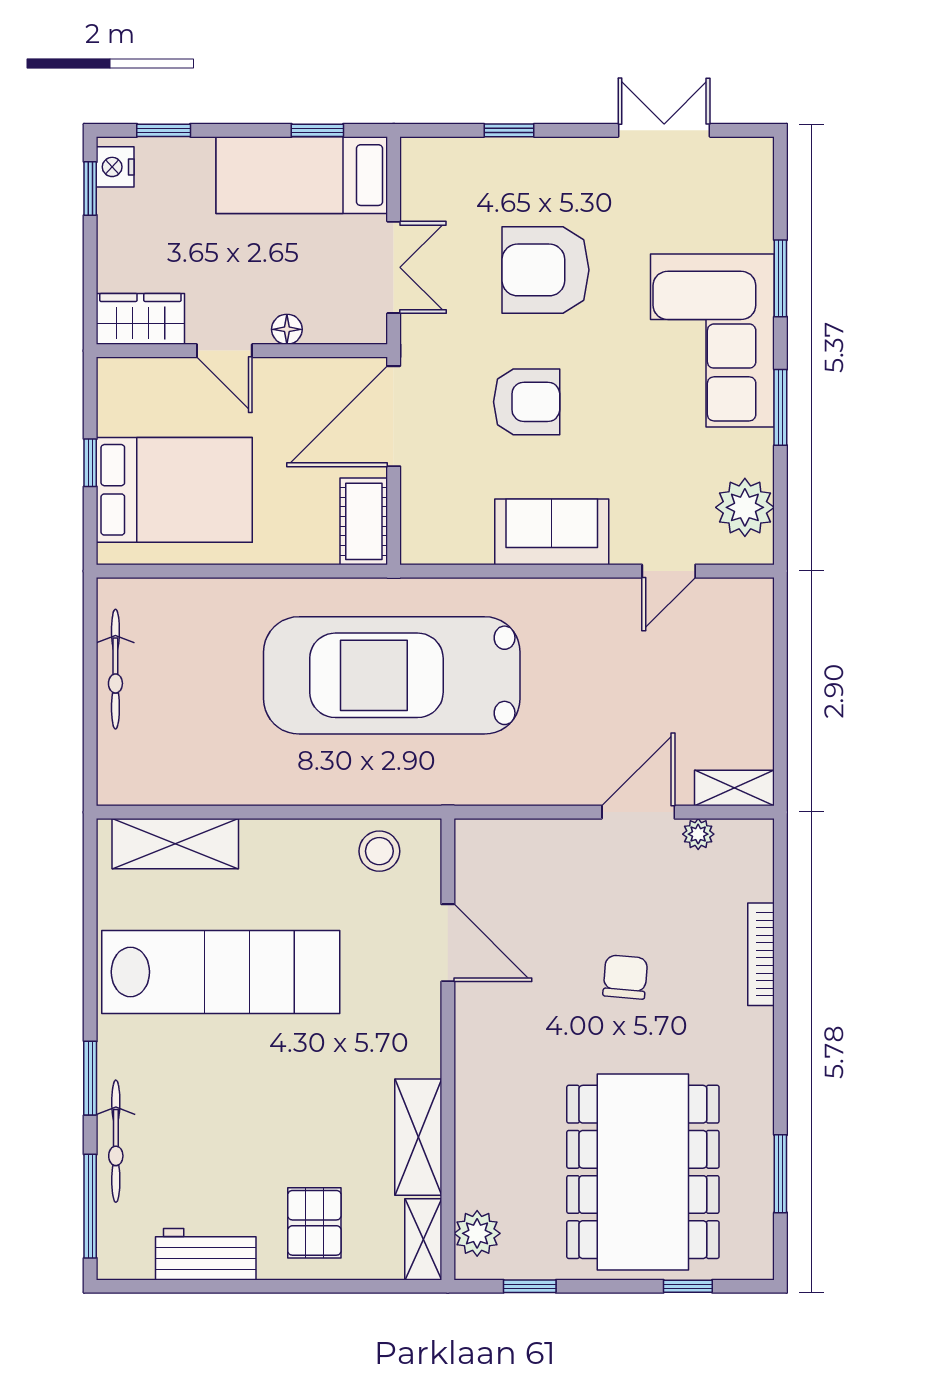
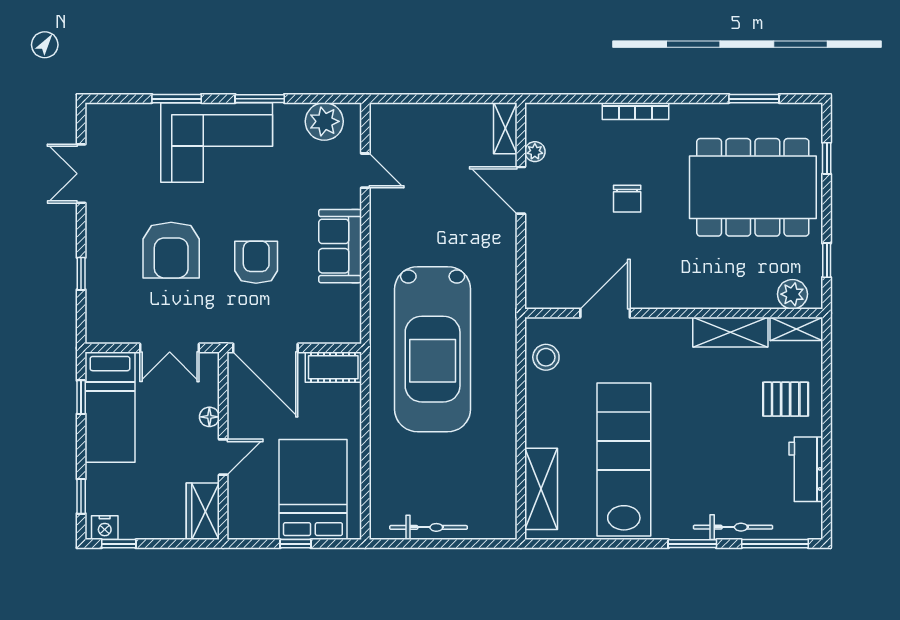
double door: (394, 267) -> (170, 348), swing flipped
bookcase: (761, 954) -> (635, 111), moved
chair: (625, 977) -> (627, 199), turned -95

